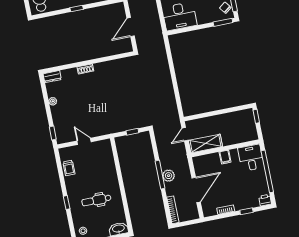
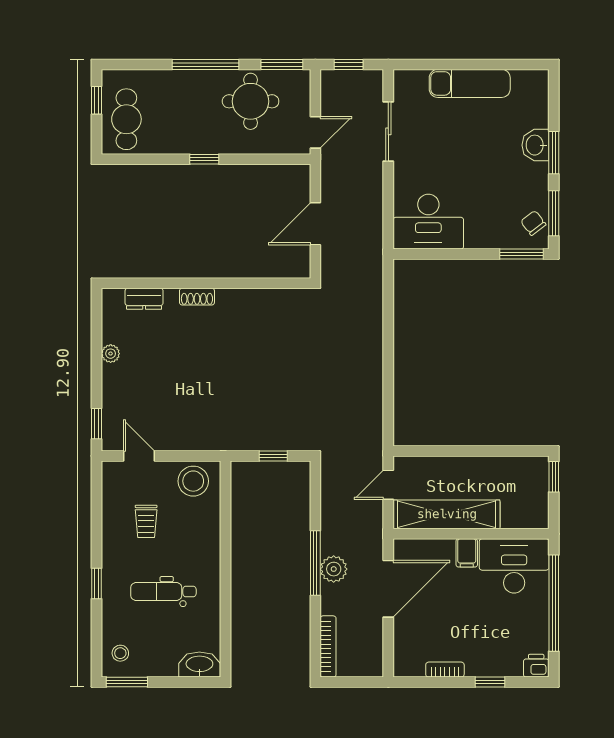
dresser: (52, 77) -> (144, 299), moved
door: (84, 141) -> (139, 456), moved
shelving: (205, 143) -> (447, 514), width x1.47
stool: (100, 150) -> (193, 481), added
desk: (251, 158) -> (514, 566), width x1.37
trolley: (69, 168) -> (146, 521), moved
door: (196, 190) -> (388, 589), moved

